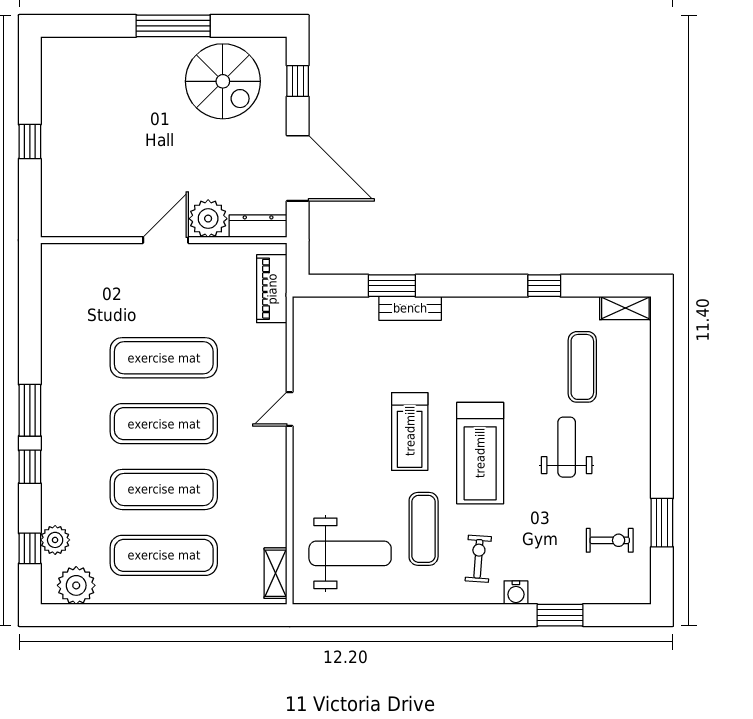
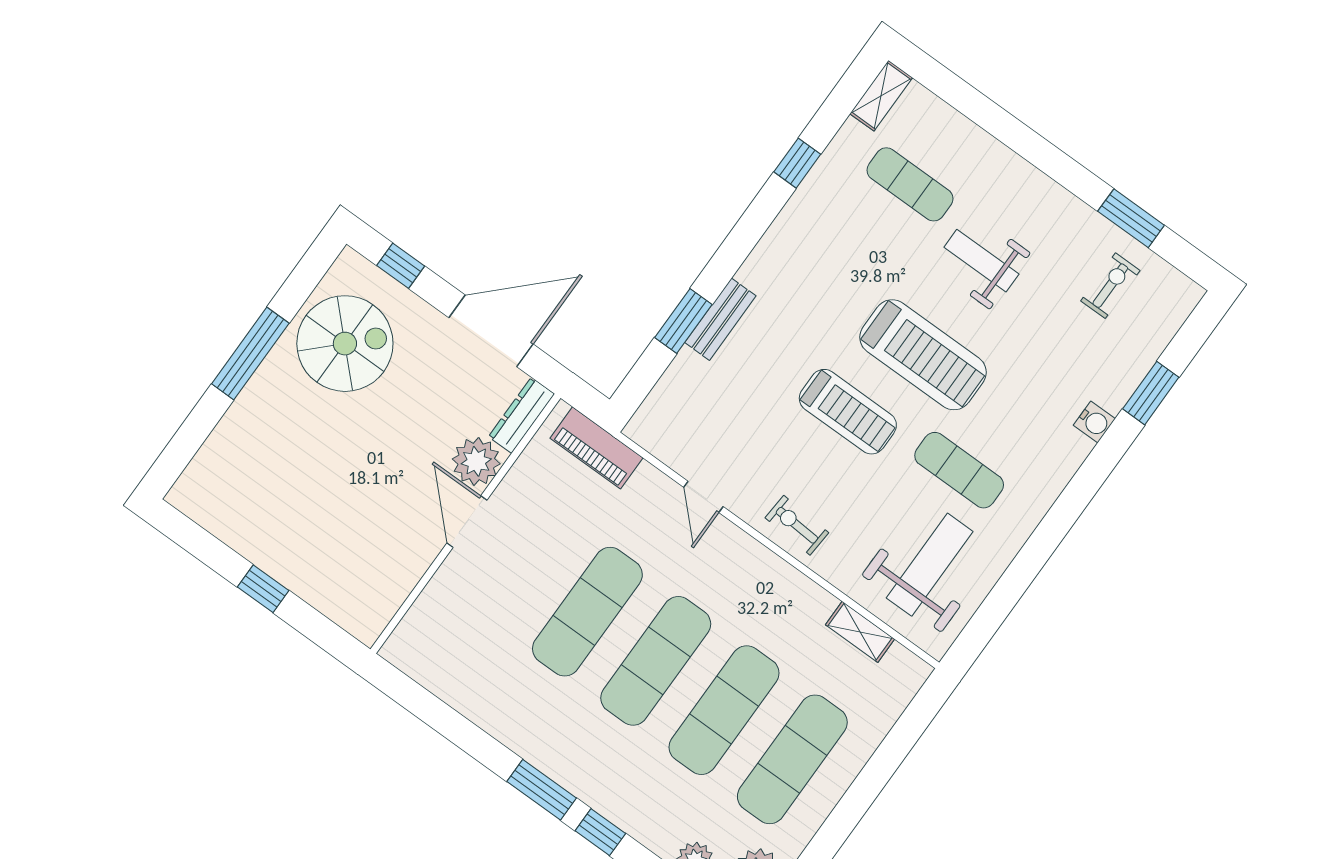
door: (290, 409) -> (703, 497), moved
exercise bike: (478, 559) -> (797, 525), moved
shelving: (276, 573) -> (860, 632), moved

